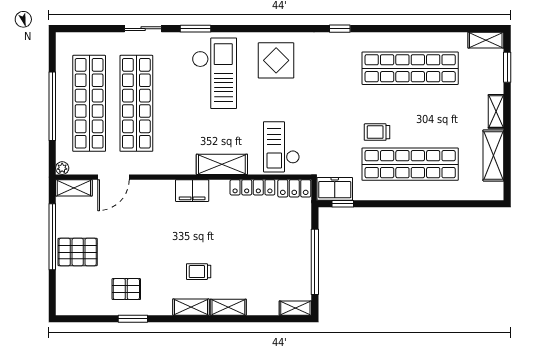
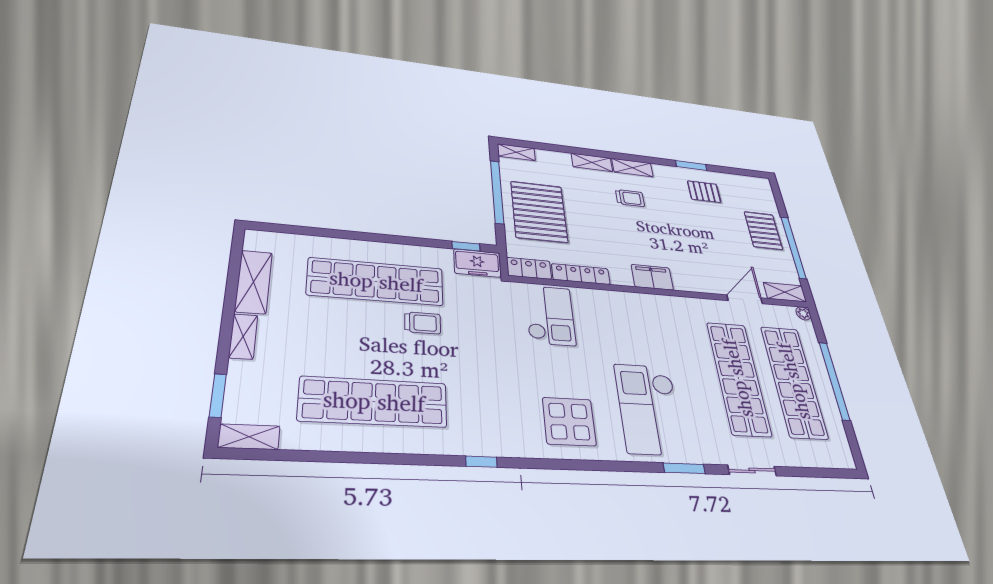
shelving: (222, 164) -> (622, 302), removed
pallet: (281, 246) -> (539, 212), added
pallet: (78, 252) -> (763, 231), turned 90

